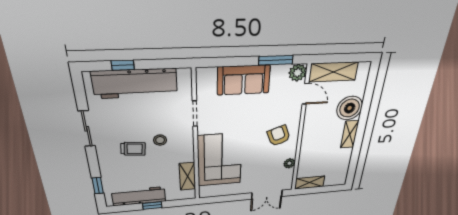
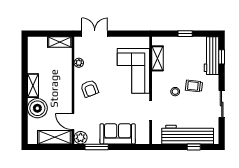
workbench: (139, 196) -> (211, 56), moved, turned 90

